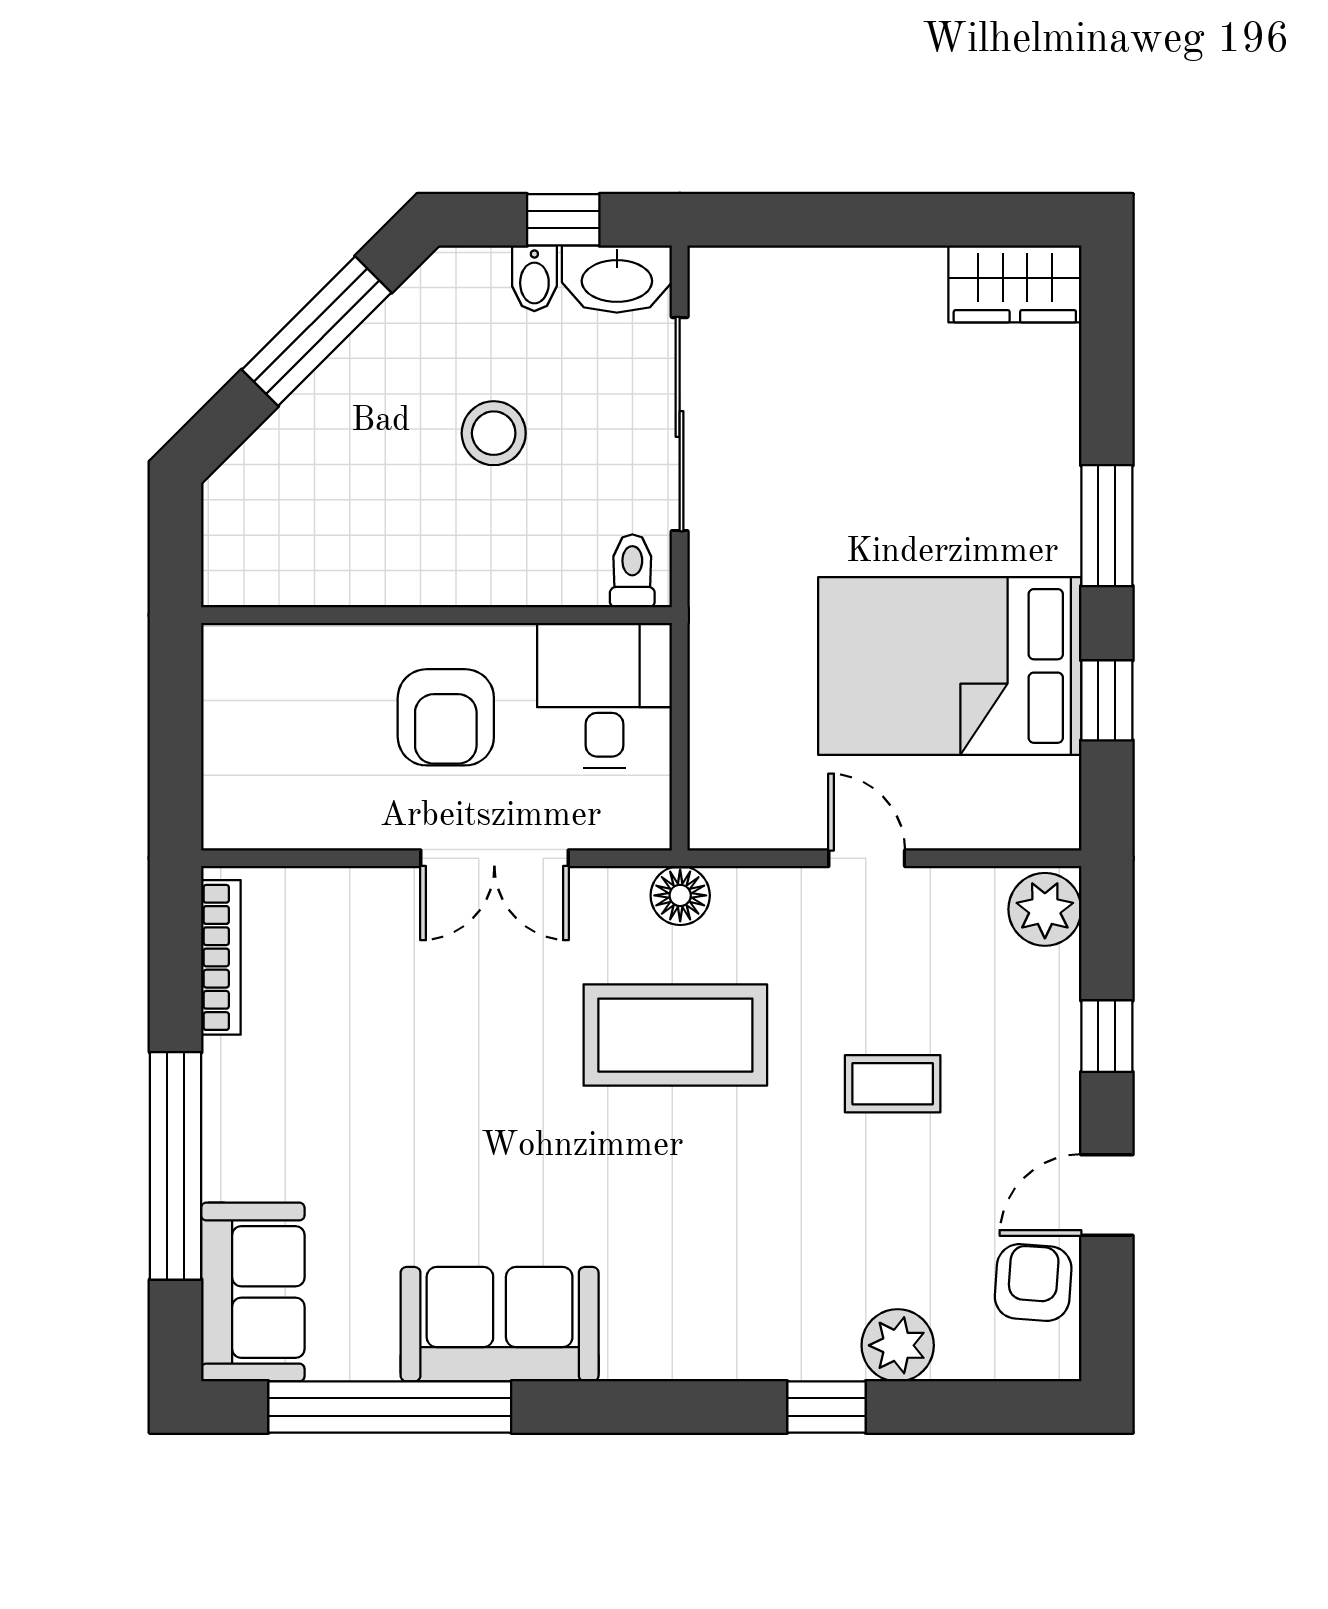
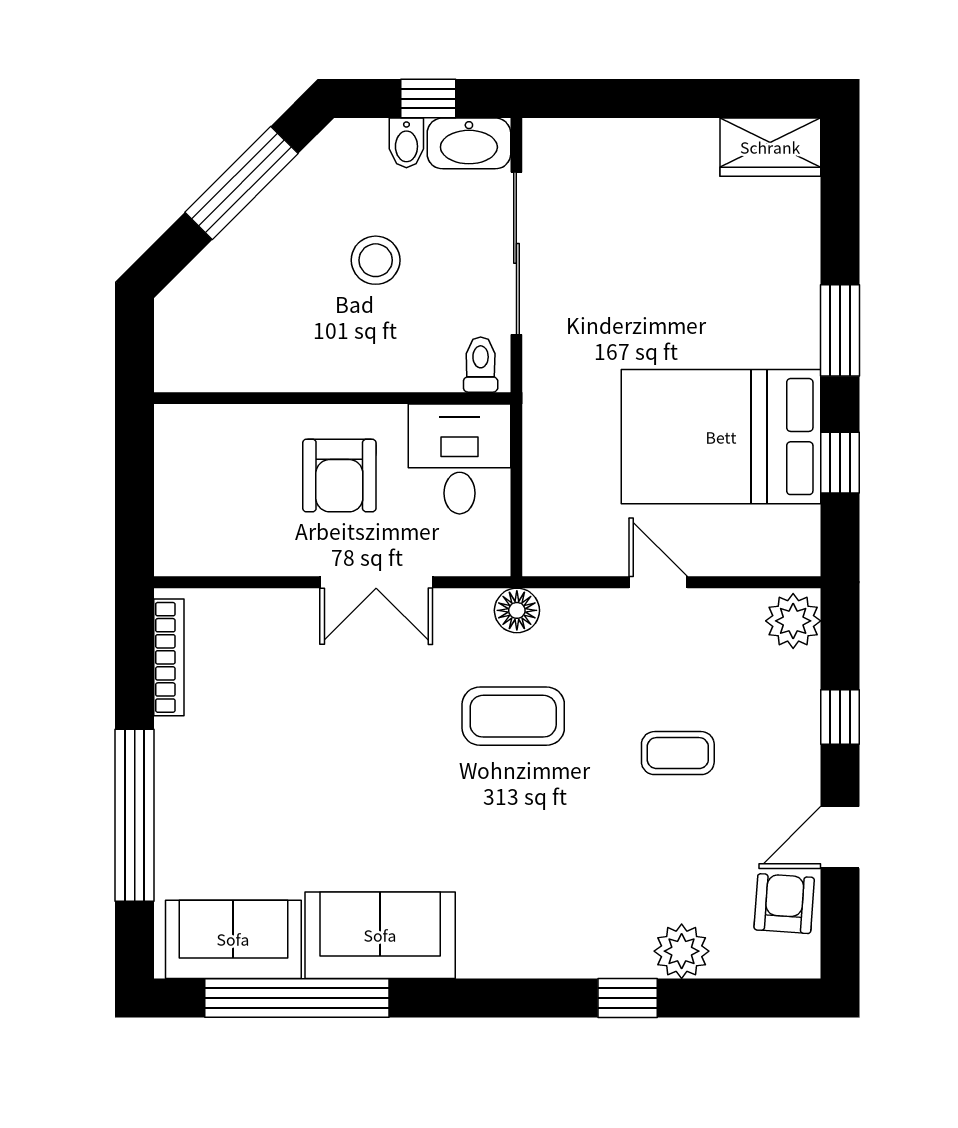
coffee table: (675, 1035) -> (513, 716), width x0.73, depth x0.76
sofa: (253, 1292) -> (233, 939), moved, turned -90

